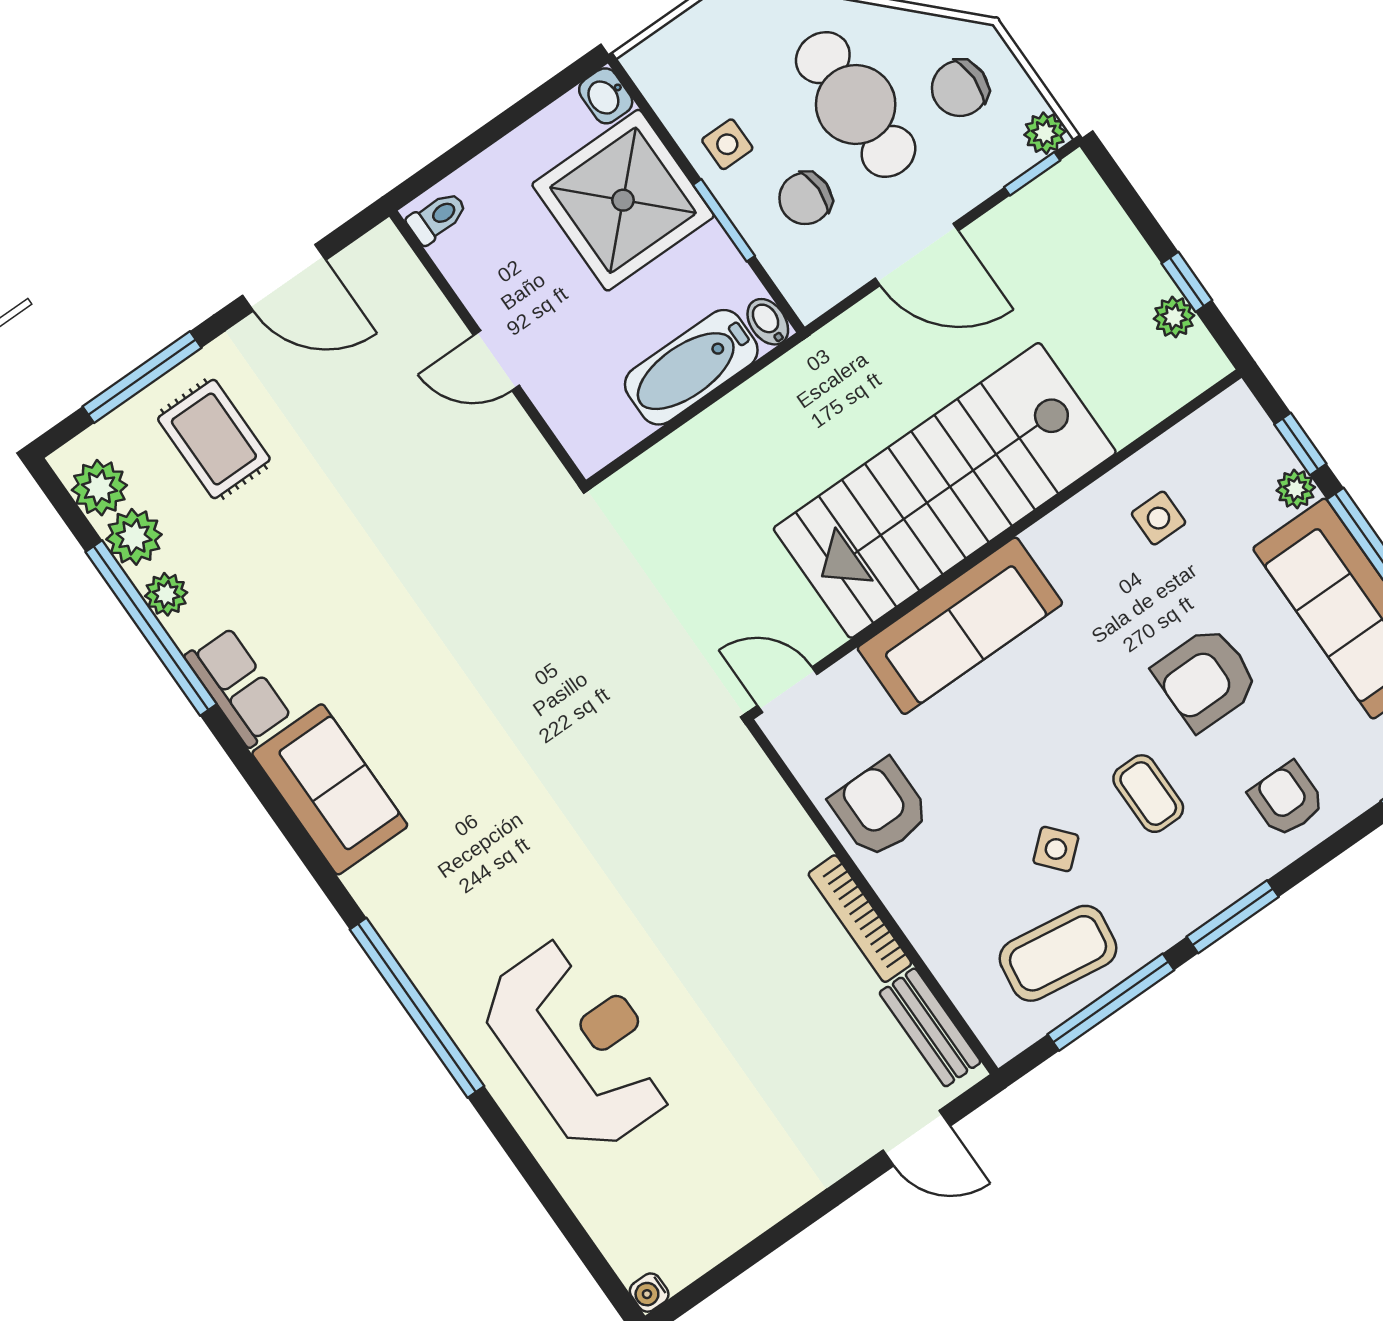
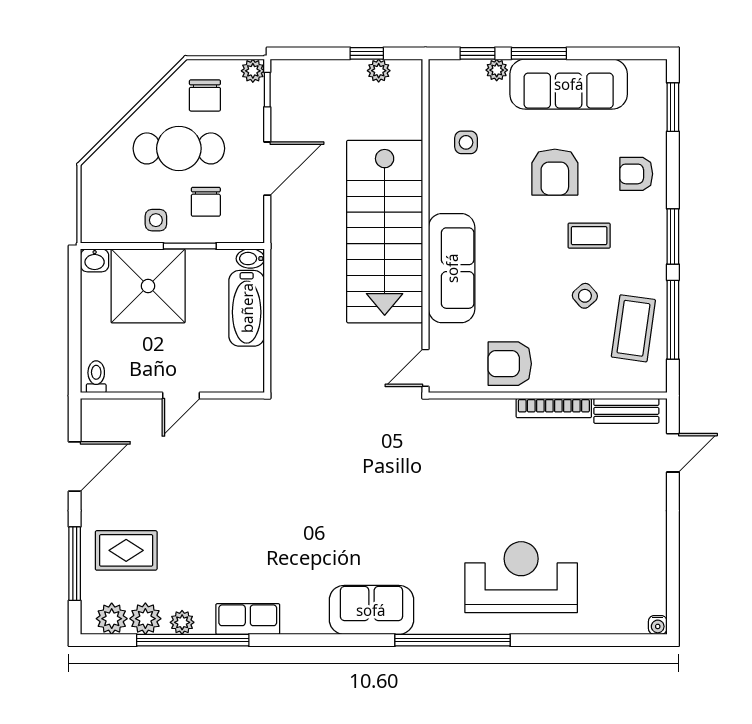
sofa: (330, 789) -> (371, 610), moved

